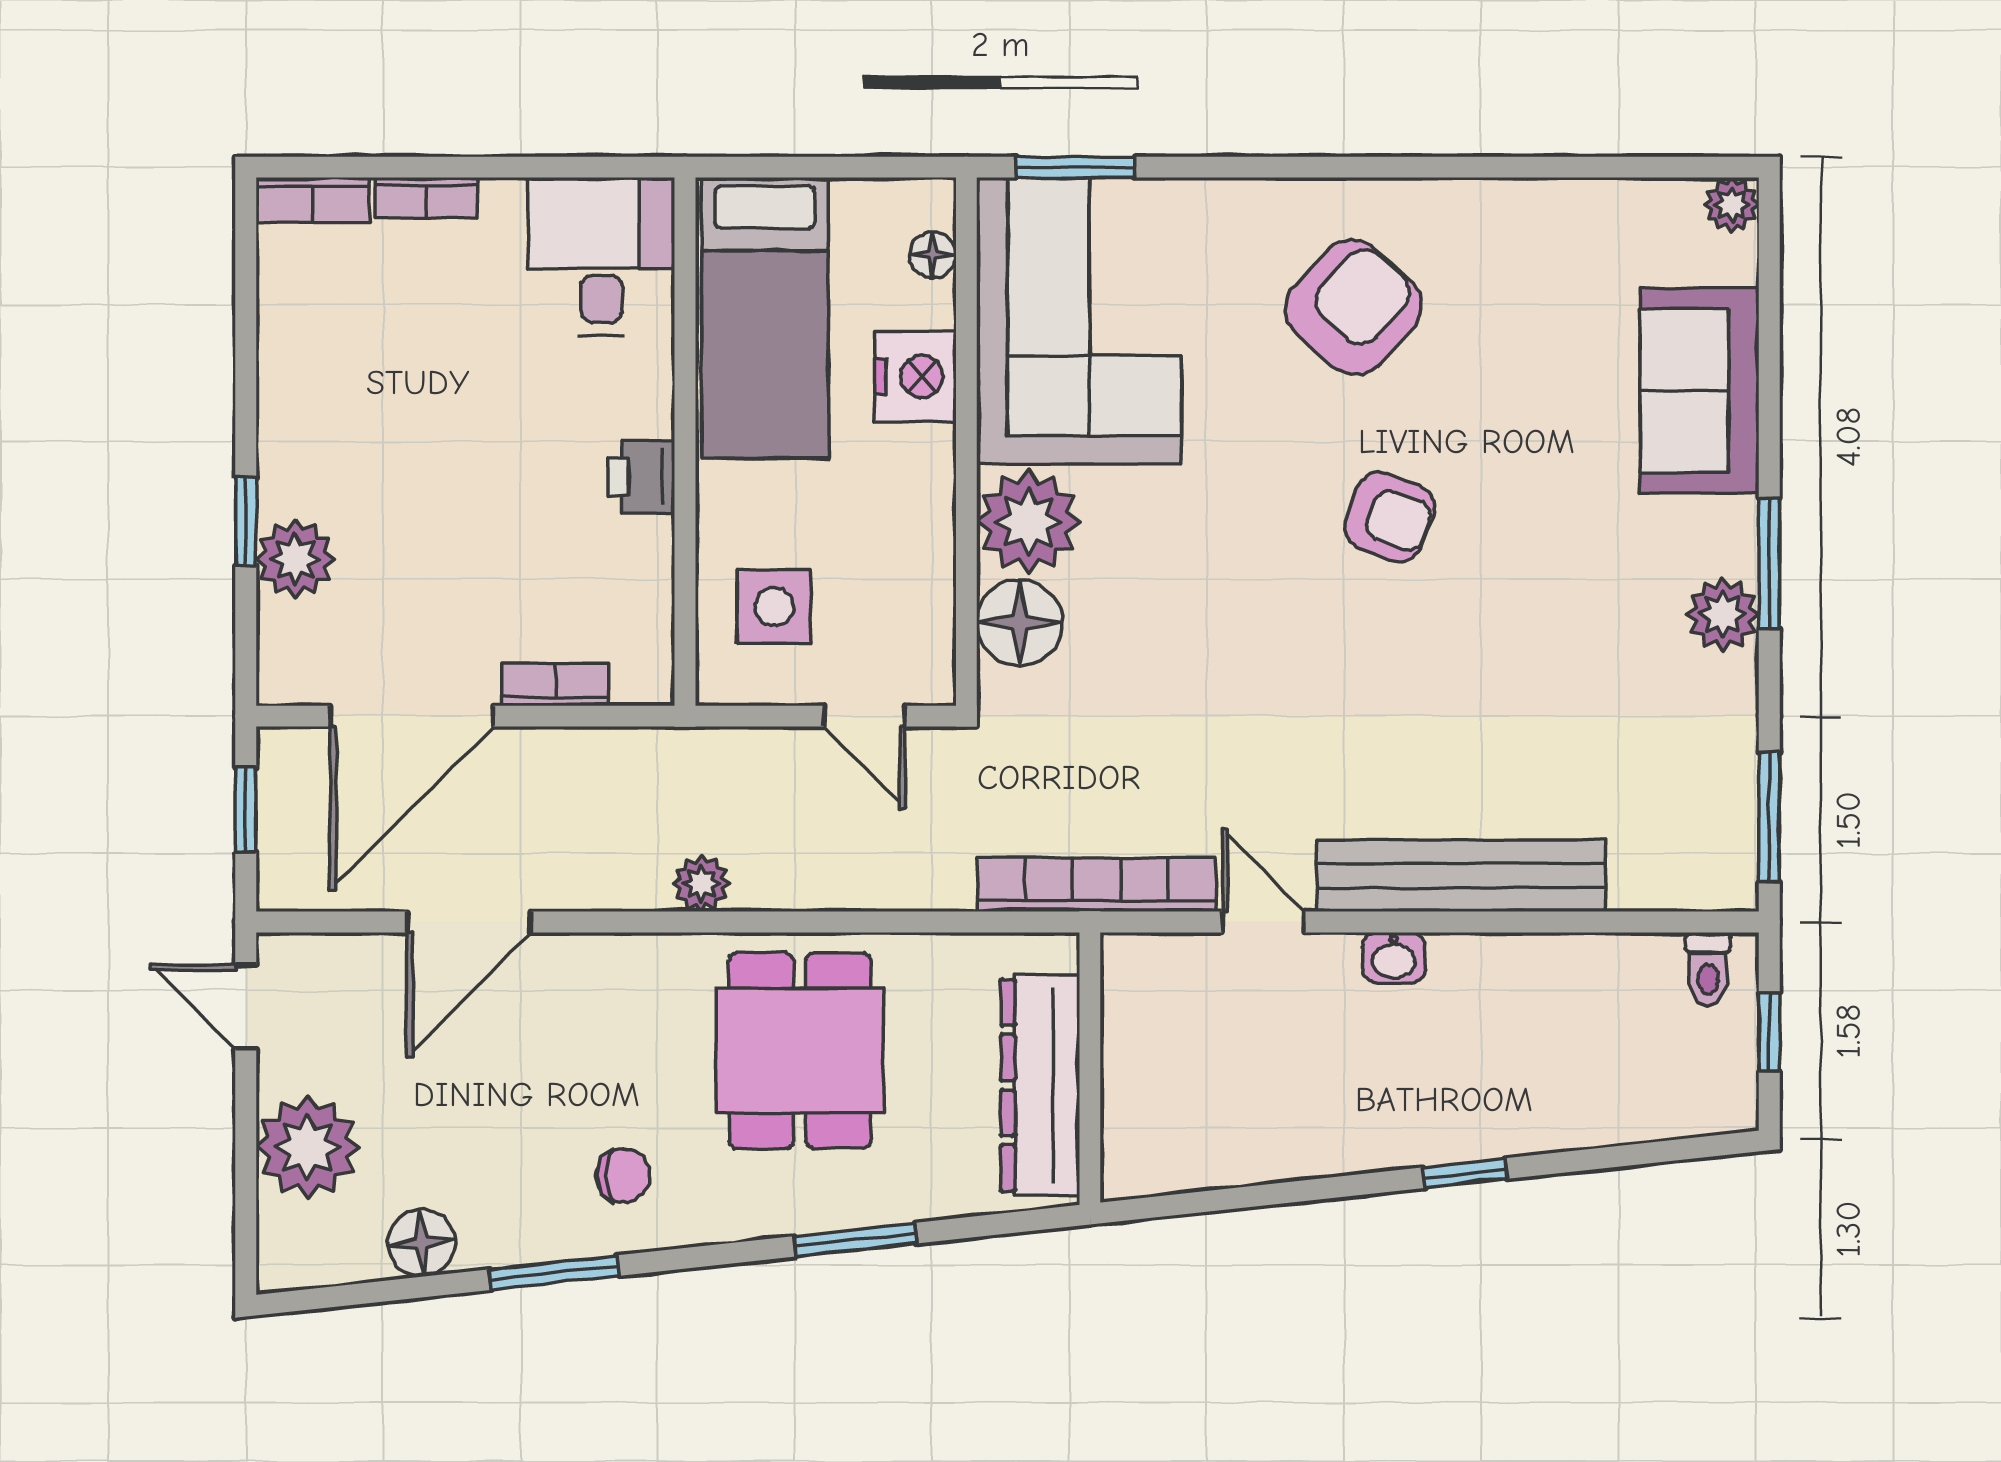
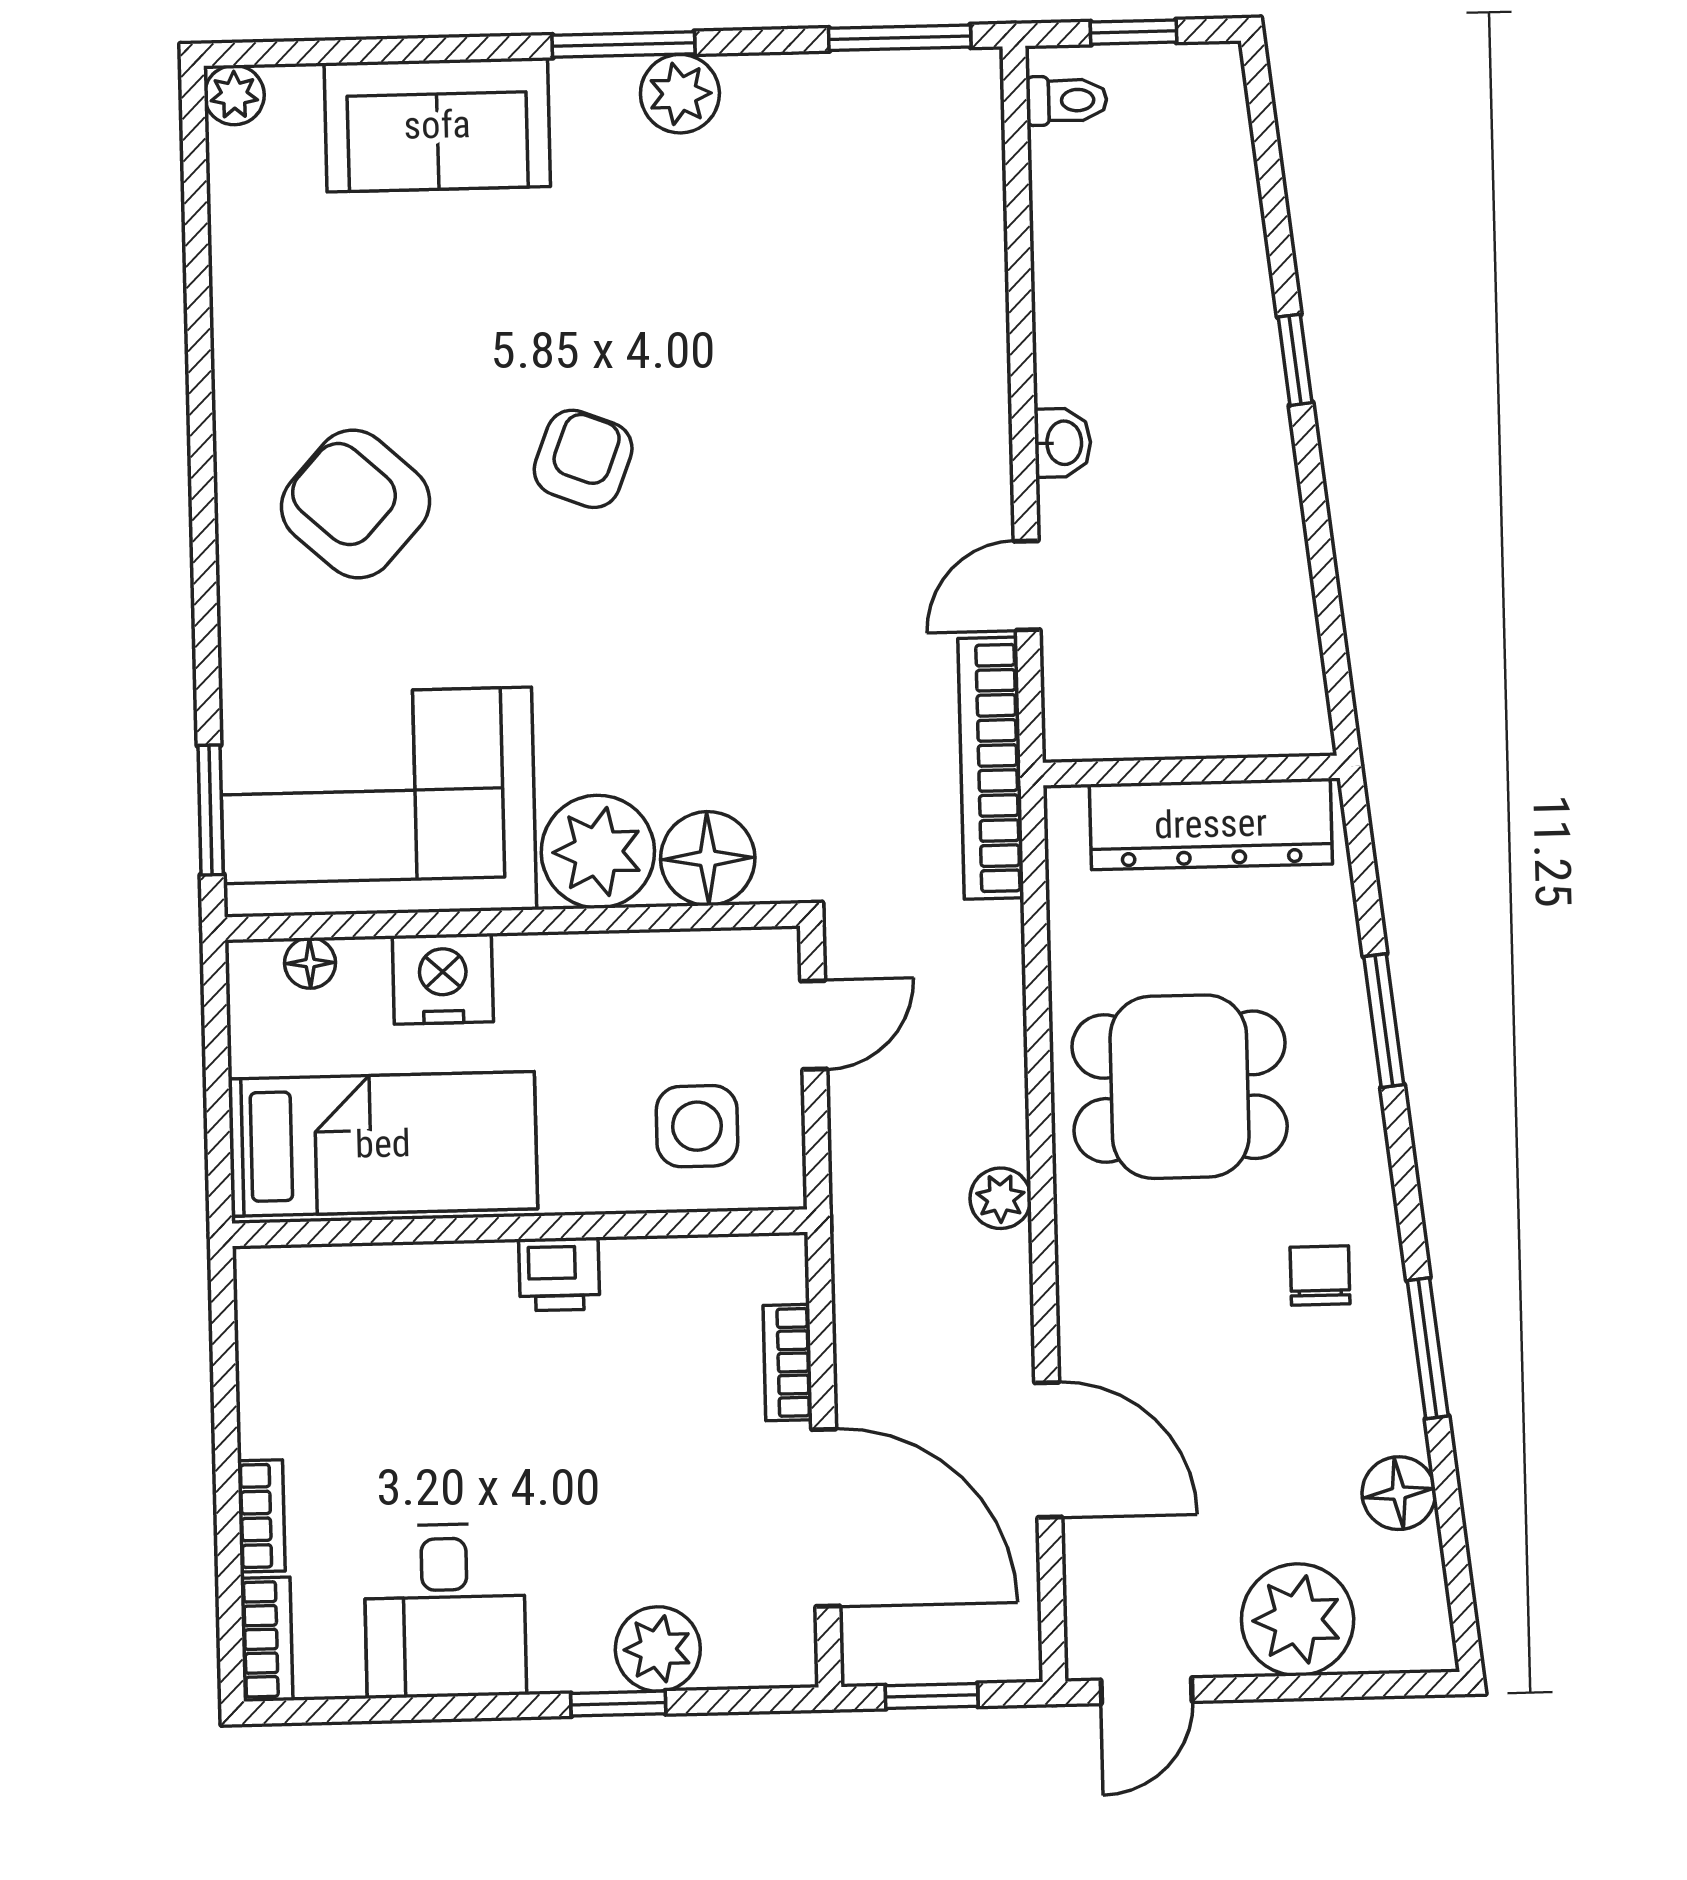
desk: (602, 256) -> (445, 1611), moved, turned -90
bench: (1461, 876) -> (972, 372), removed

